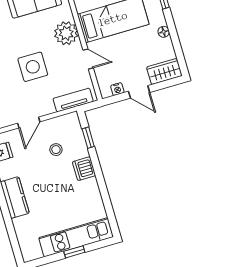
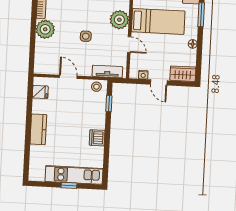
side table: (33, 67) -> (86, 36), width x0.54, depth x0.54
door: (29, 123) -> (68, 77), swing flipped
stool: (56, 150) -> (96, 87), moved
dishwasher: (84, 169) -> (97, 138), moved

